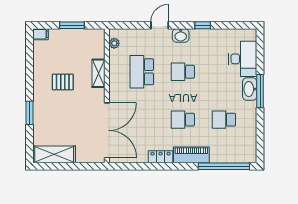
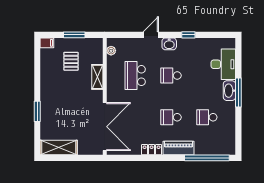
pallet: (63, 82) -> (71, 61), moved, turned 90

